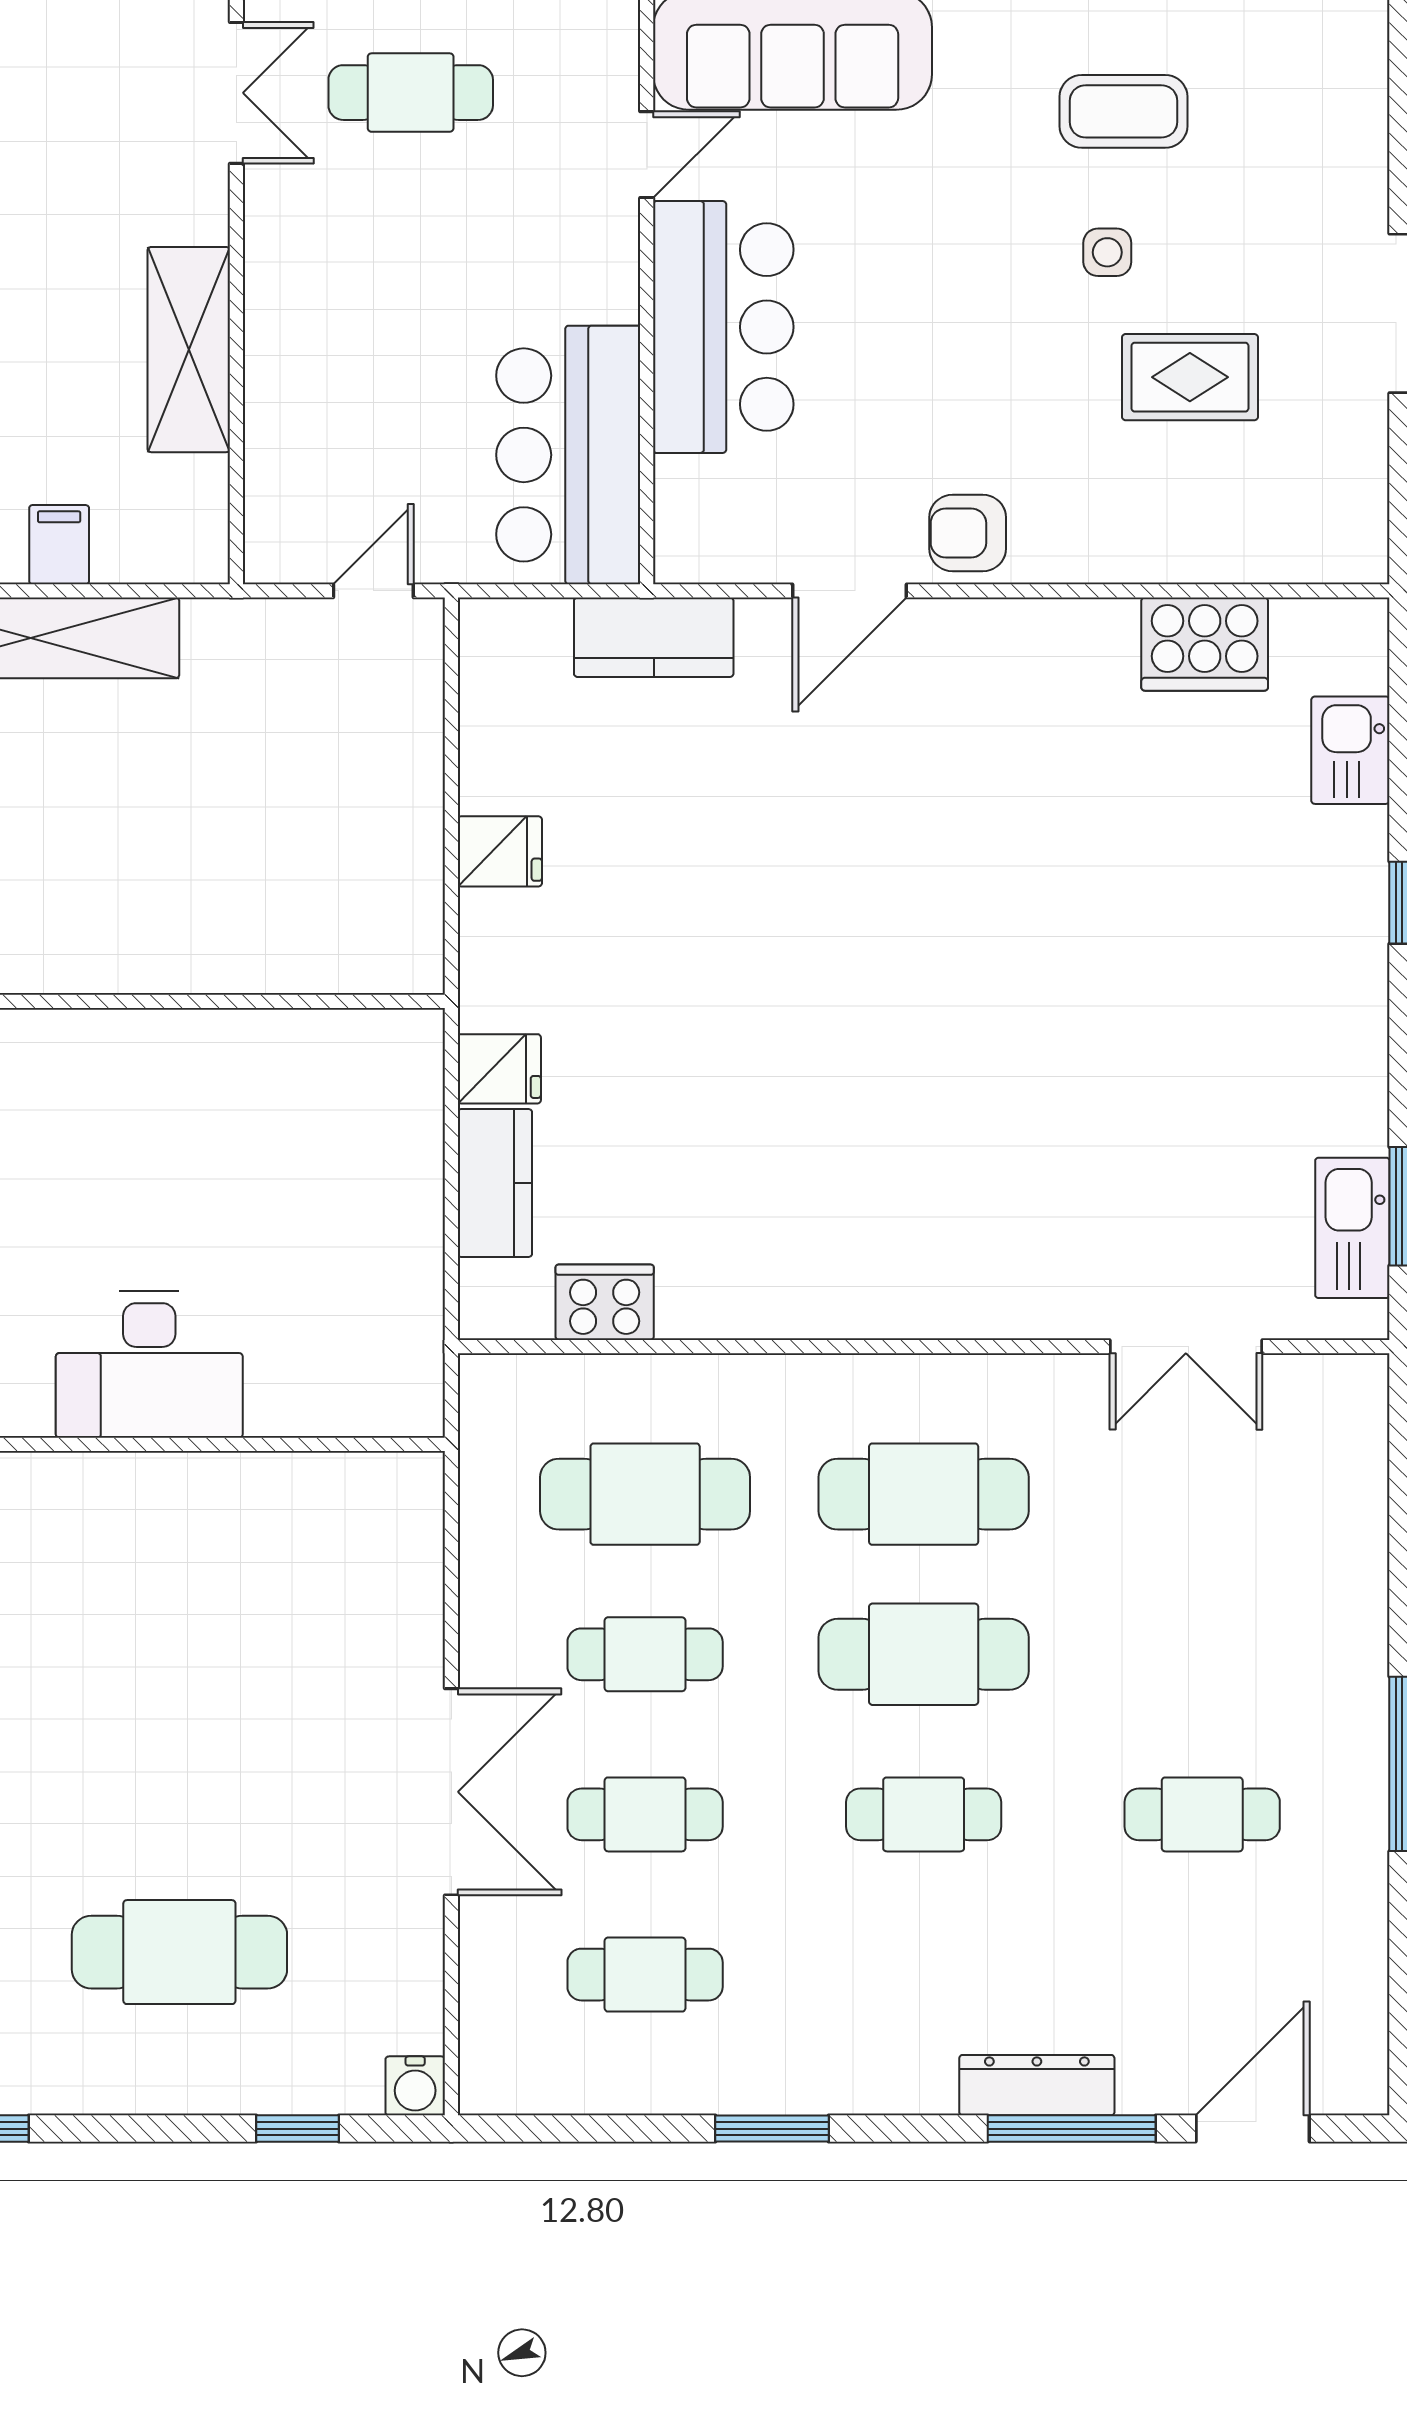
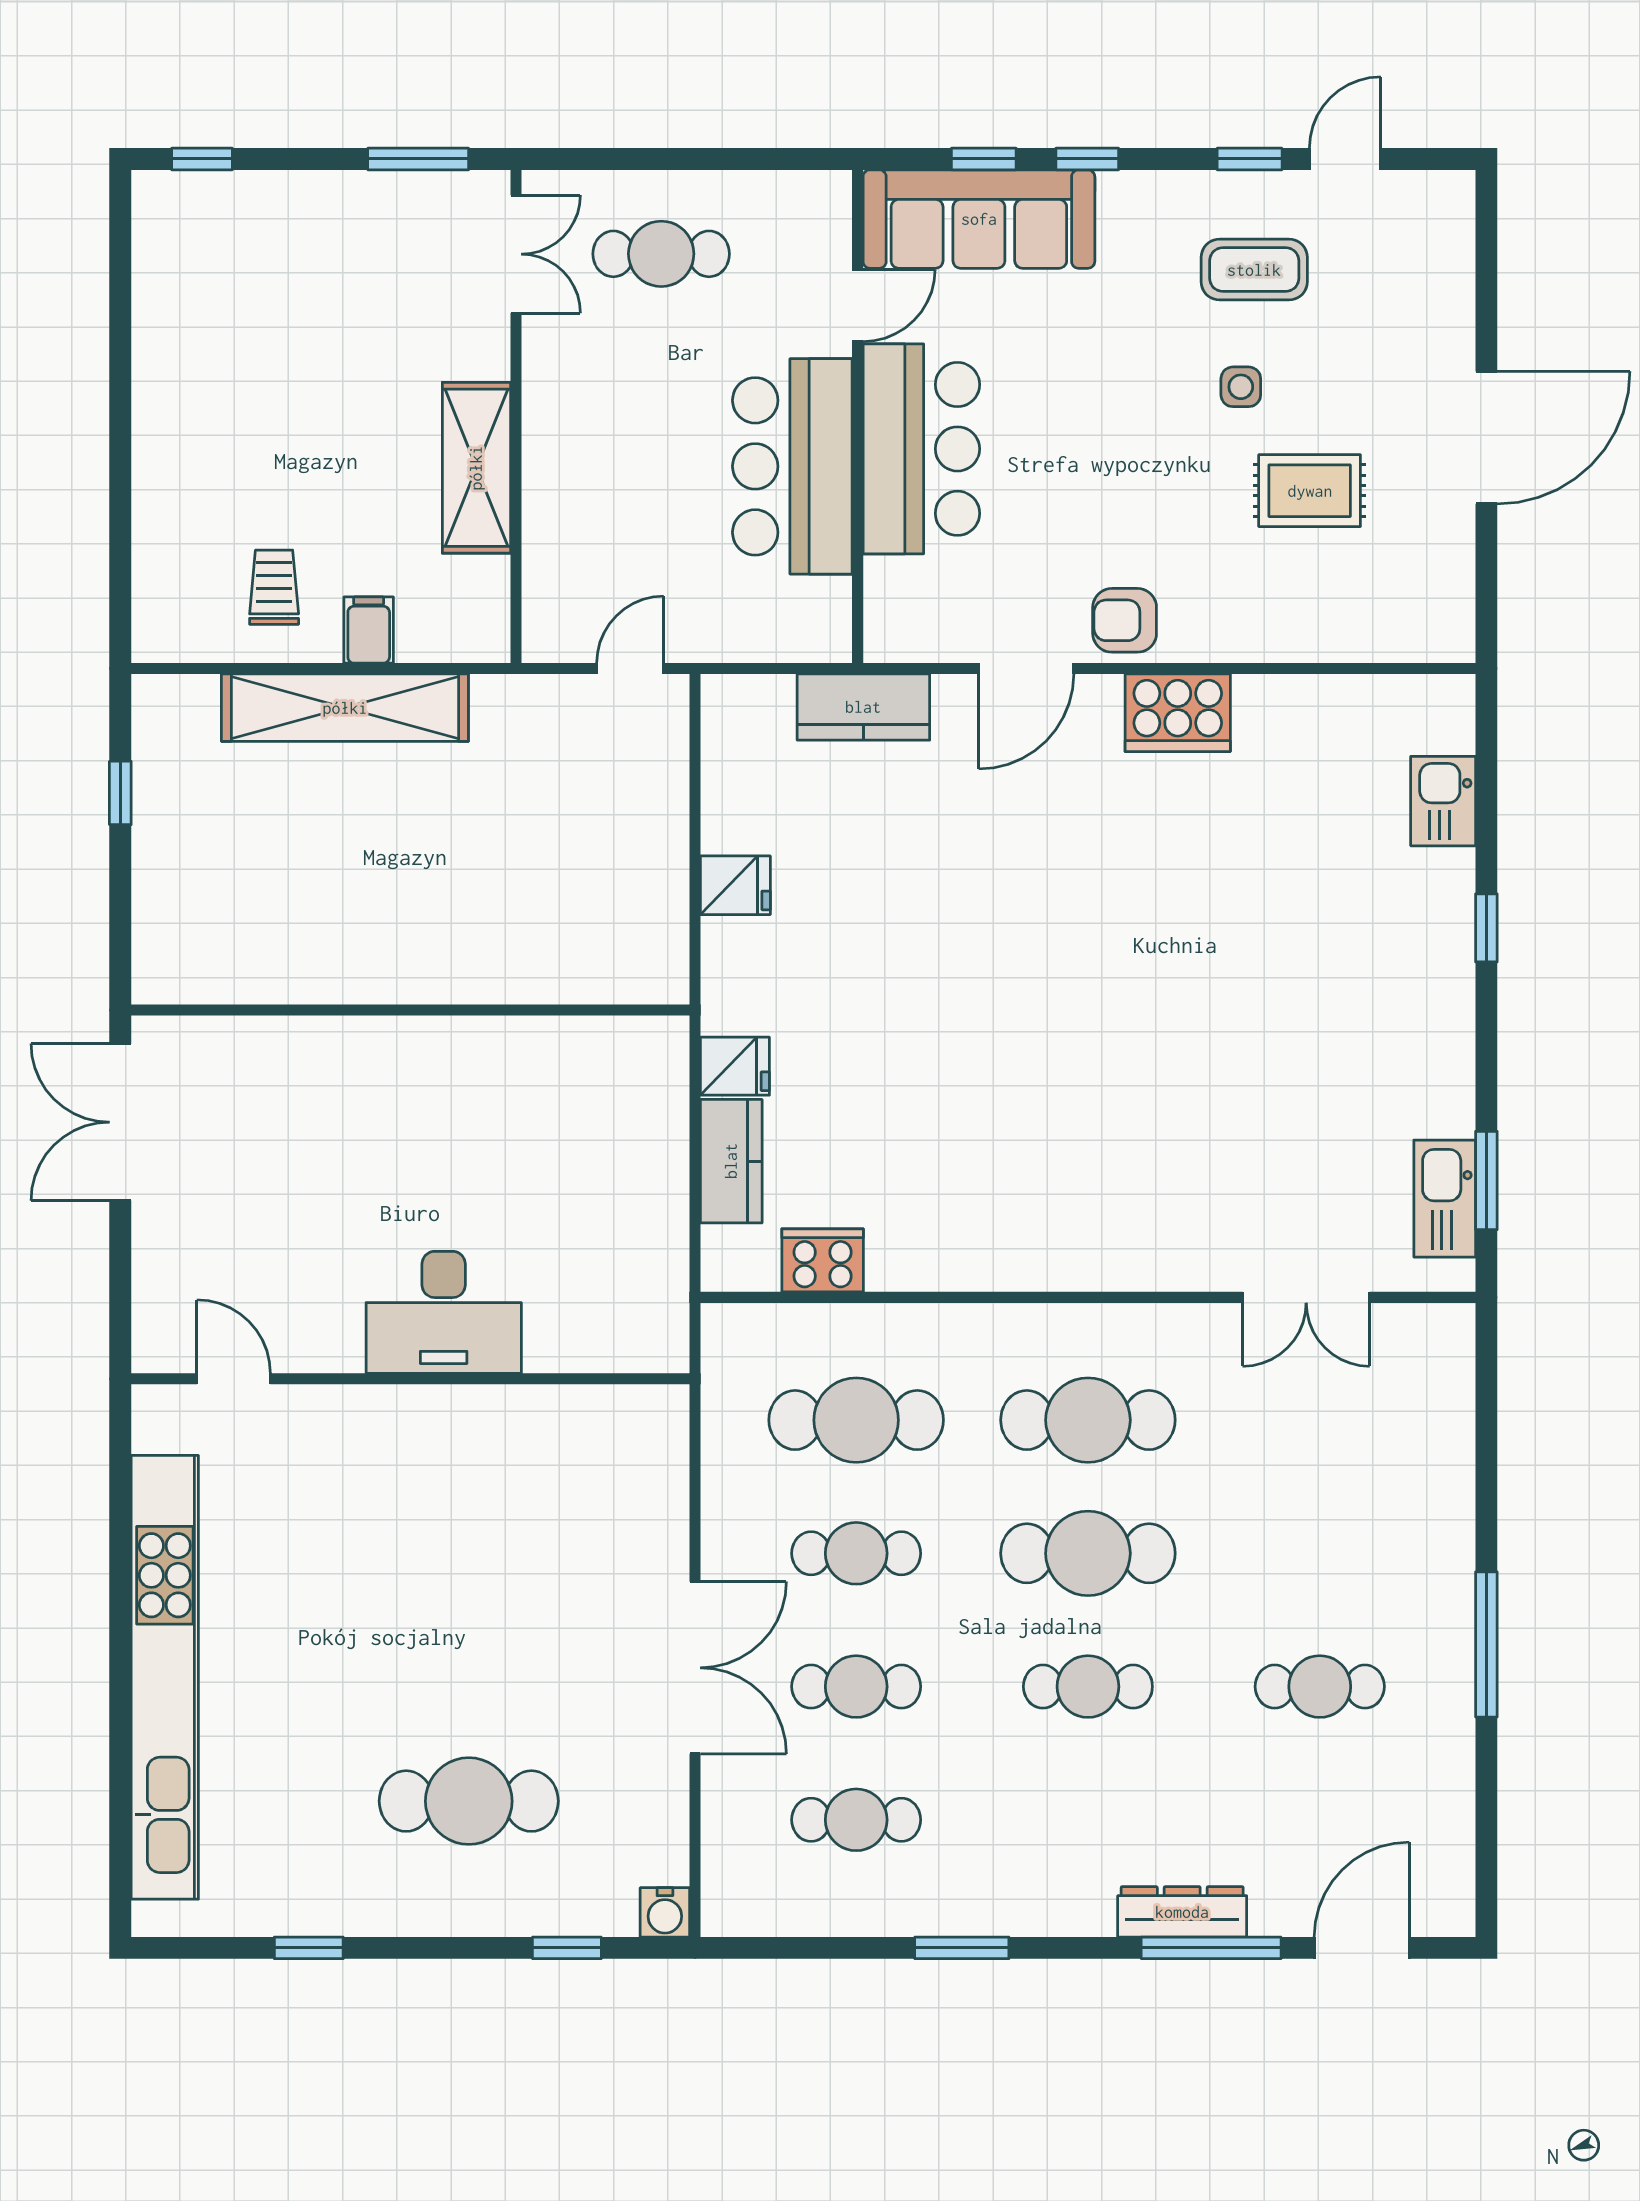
bar counter: (568, 455) -> (792, 466), moved
cooker: (1205, 644) -> (1178, 713), moved

